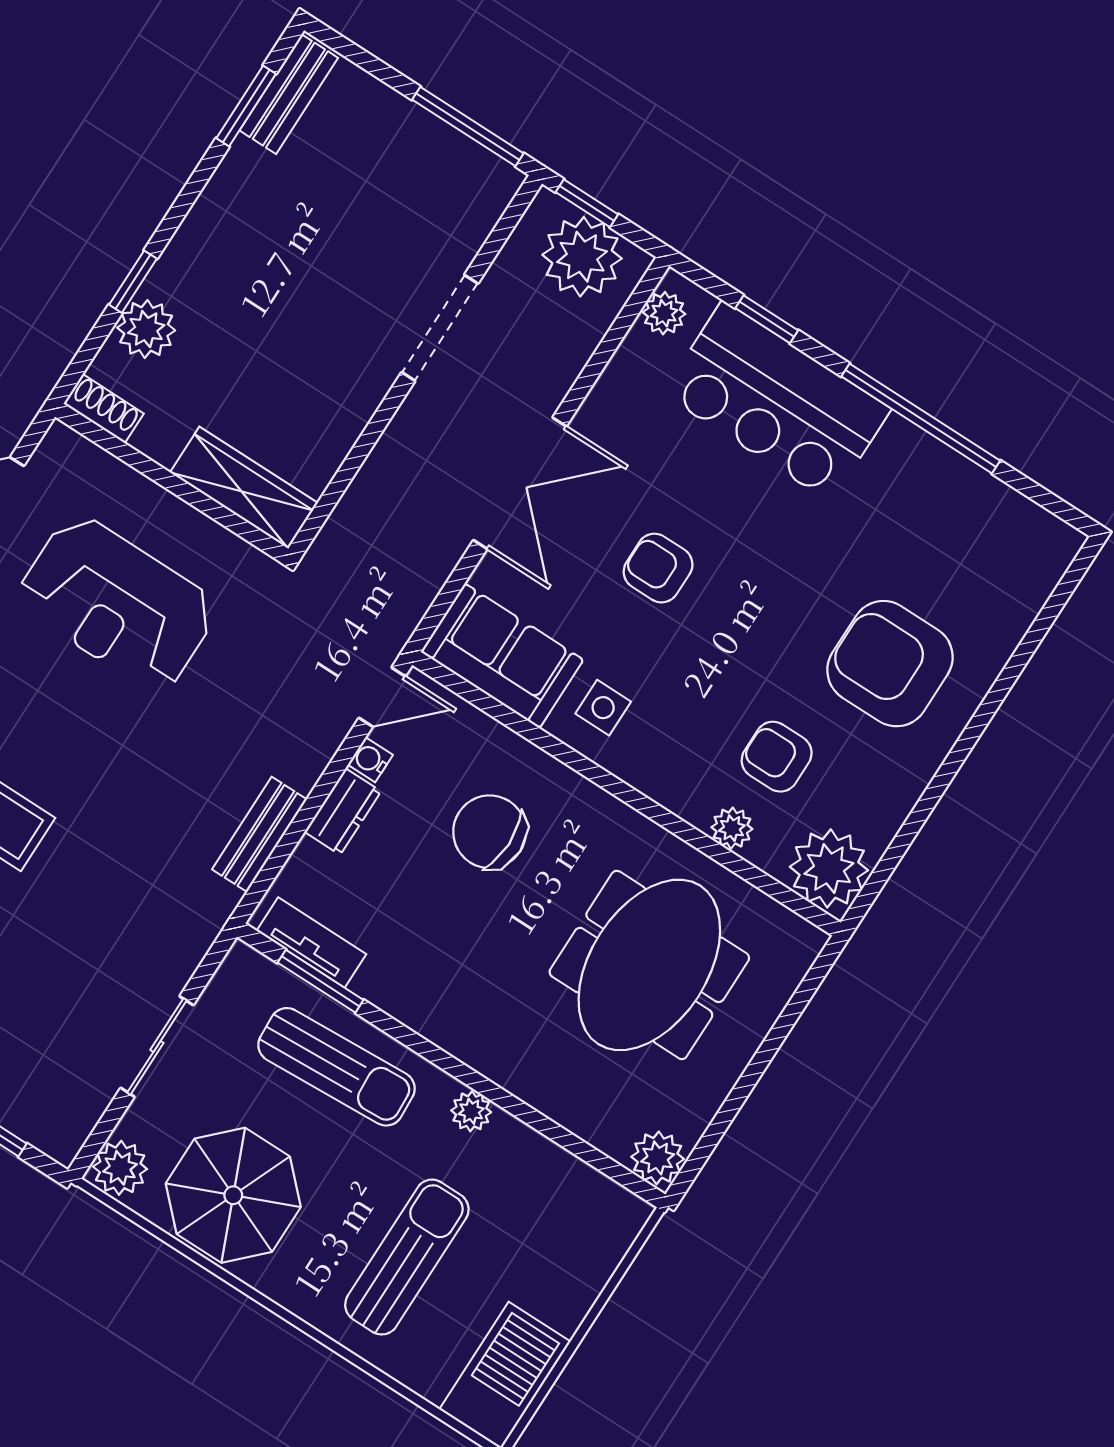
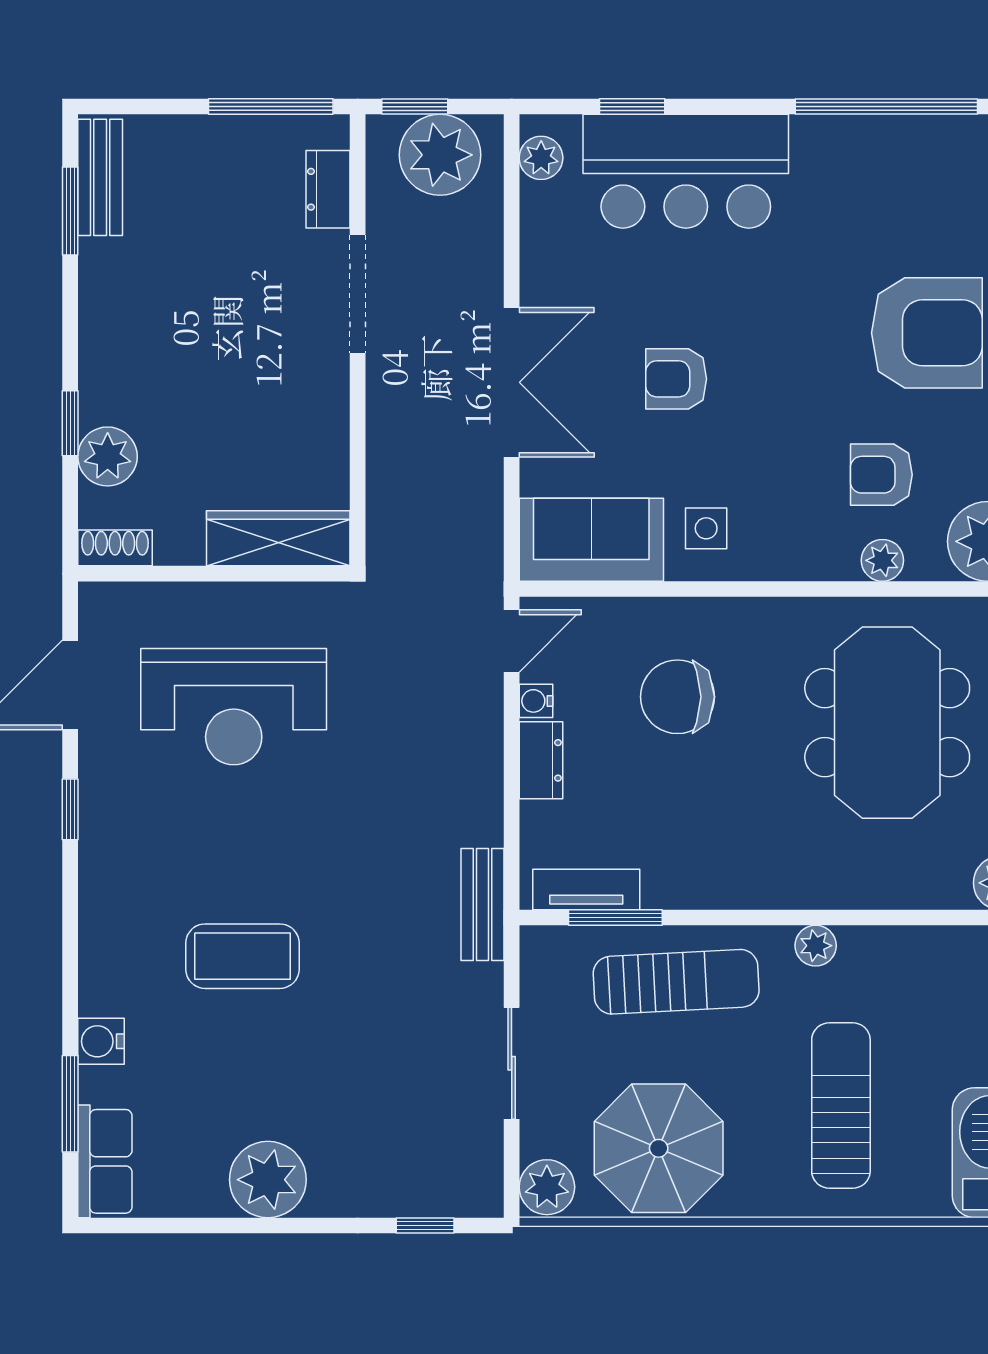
dresser: (471, 226) -> (328, 189), added
window: (921, 418) -> (886, 107), moved
armchair: (890, 664) -> (927, 333), turned 180
bench: (260, 834) -> (483, 905), moved

